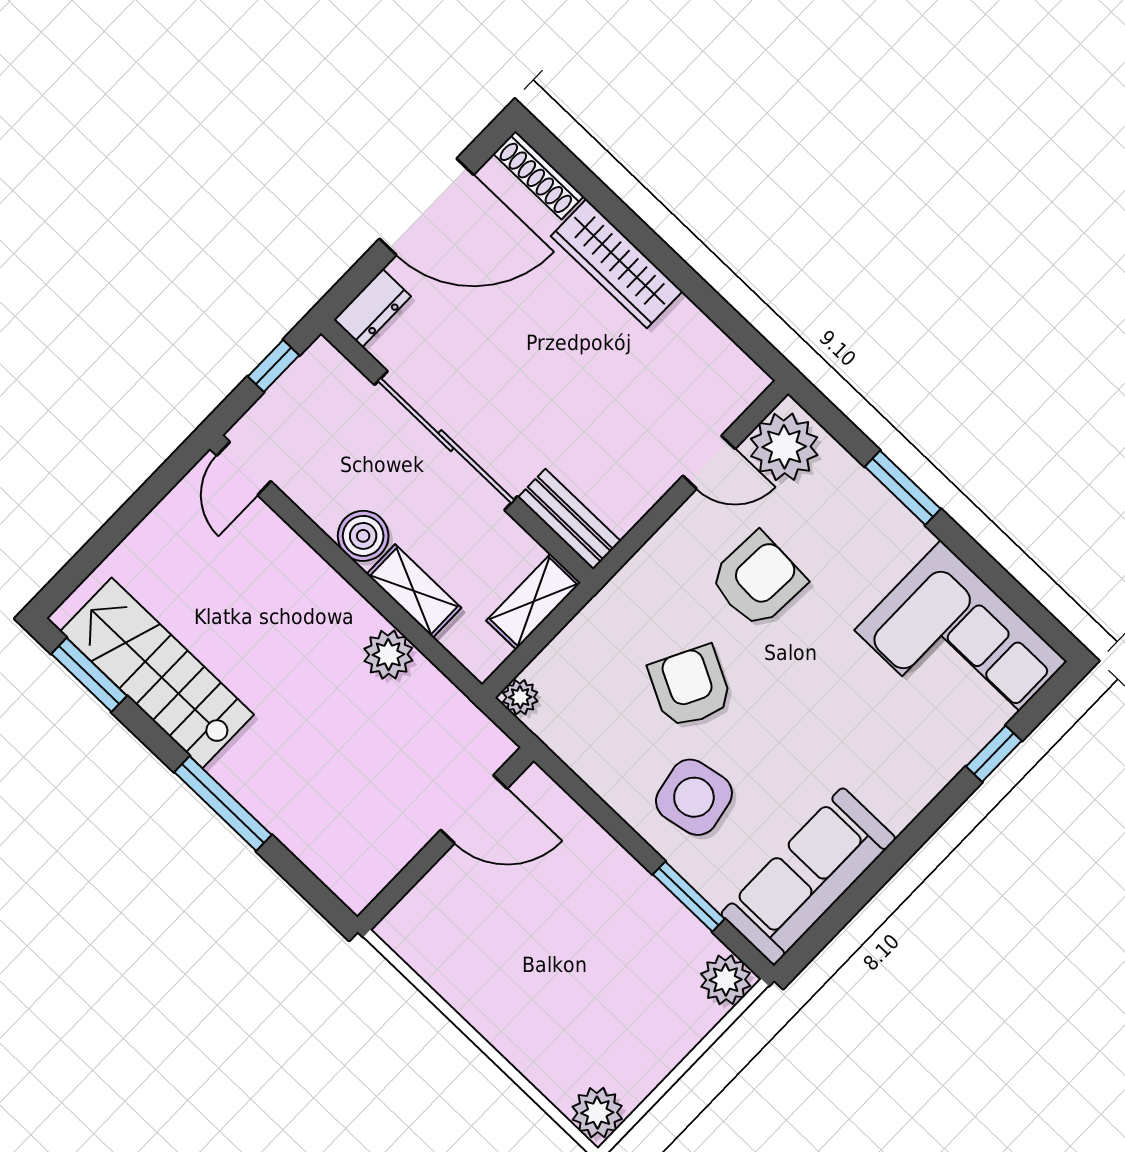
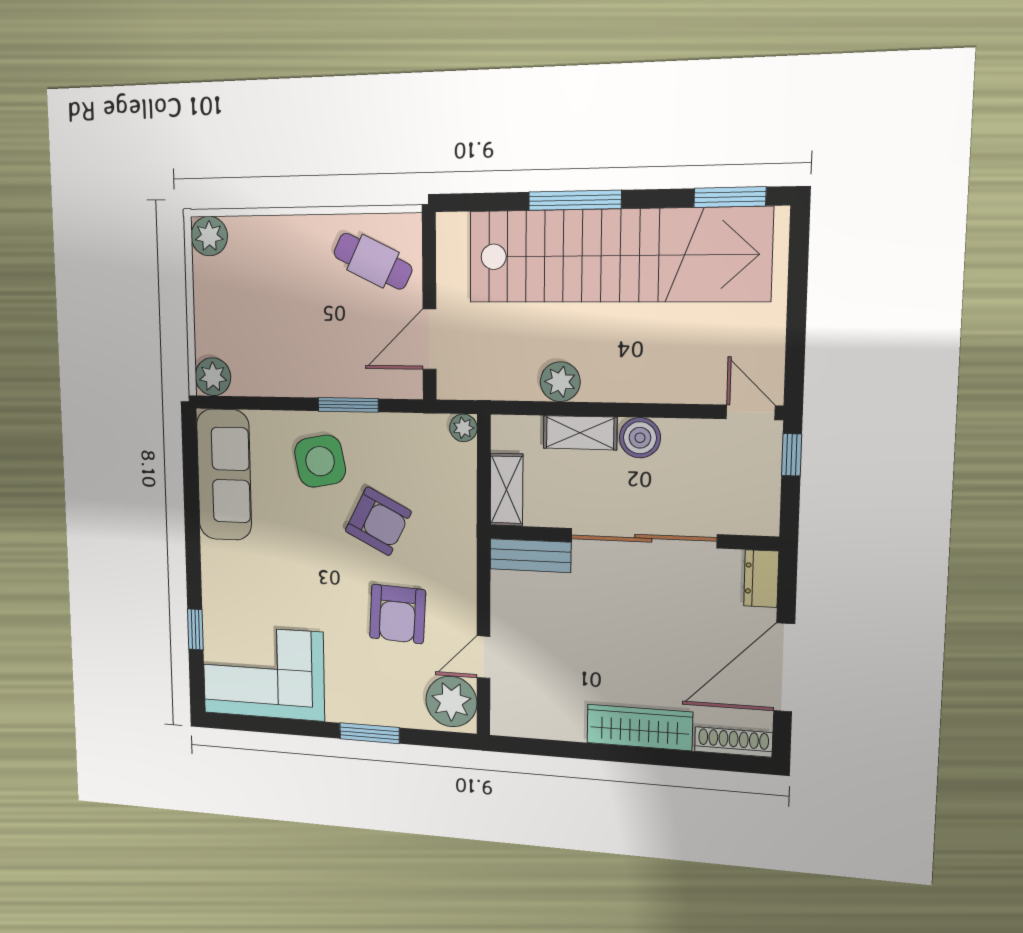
window: (274, 366) -> (792, 455), moved
stairs: (157, 673) -> (617, 256), width x1.86, depth x1.51
window: (689, 897) -> (348, 405), moved
cafe table: (459, 932) -> (373, 261), added

